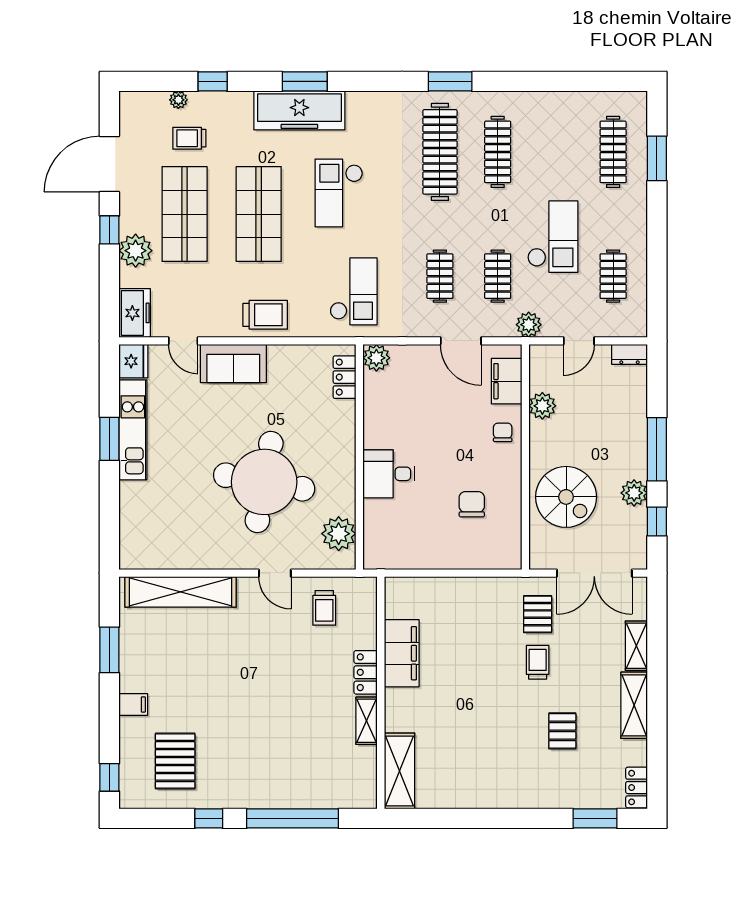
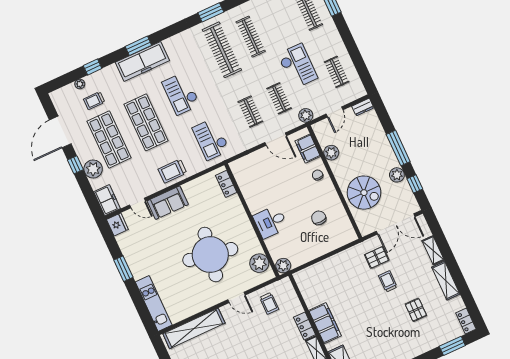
checkout: (354, 291) -> (211, 139), turned 180
trolley: (265, 315) -> (172, 171), turned 180
plant: (376, 358) -> (283, 266), moved
kitchen unit: (133, 430) -> (154, 303), moved
pallet: (538, 614) -> (377, 257), turned 90
filing cabinet: (402, 653) -> (325, 323), moved

